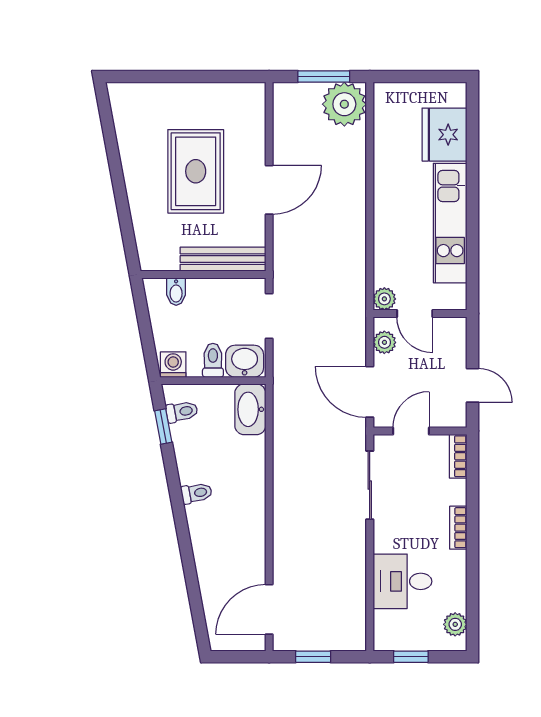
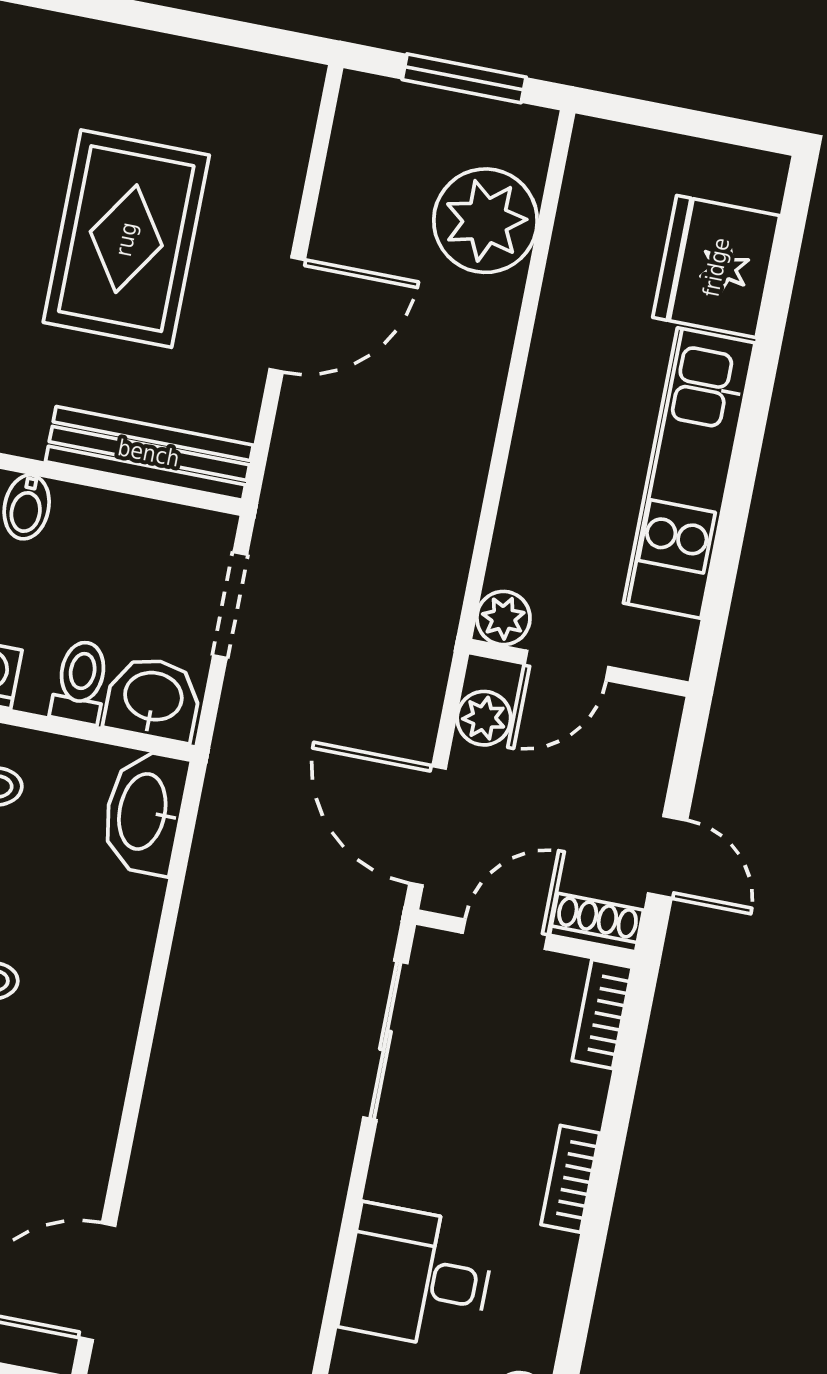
plant: (344, 104) -> (485, 221), moved
door: (415, 314) -> (567, 666), hinge flipped
shoe rack: (448, 418) -> (597, 923), added

